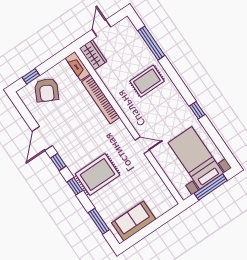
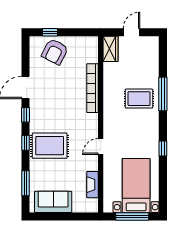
window: (151, 43) -> (163, 94), moved
fireplace: (78, 66) -> (92, 185), moved
door: (142, 145) -> (101, 147), swing flipped

